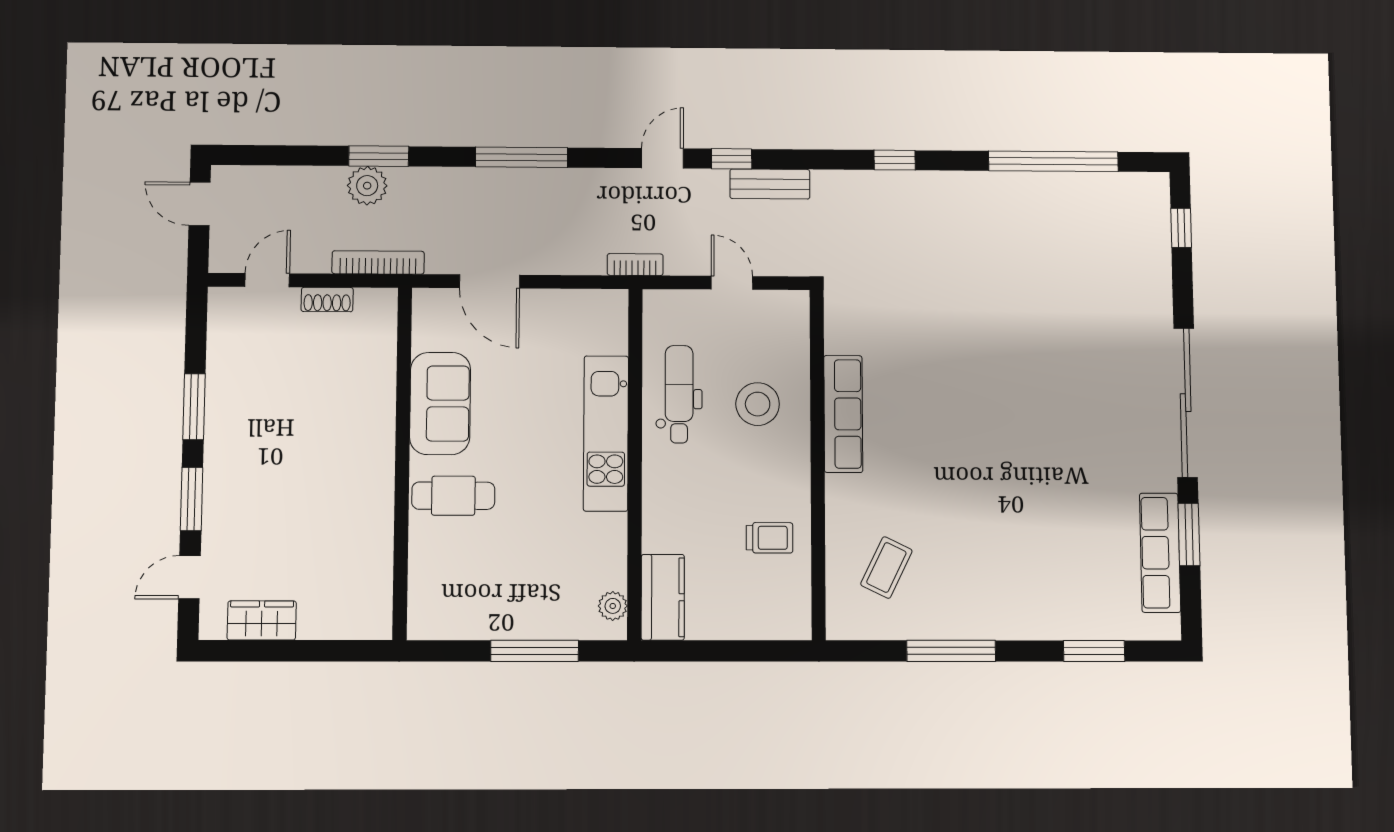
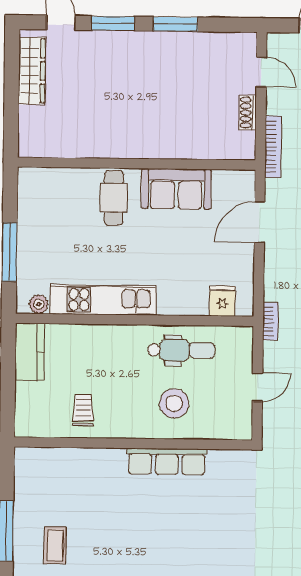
fridge: (606, 335) -> (222, 301), added
kitchen unit: (606, 433) -> (103, 300), moved
trolley: (770, 538) -> (83, 410), turned 180
coffee table: (886, 567) -> (55, 545), moved, turned 64
kitchen counter: (663, 597) -> (30, 352), moved, turned -90
wardrobe: (262, 620) -> (32, 71), width x1.50

